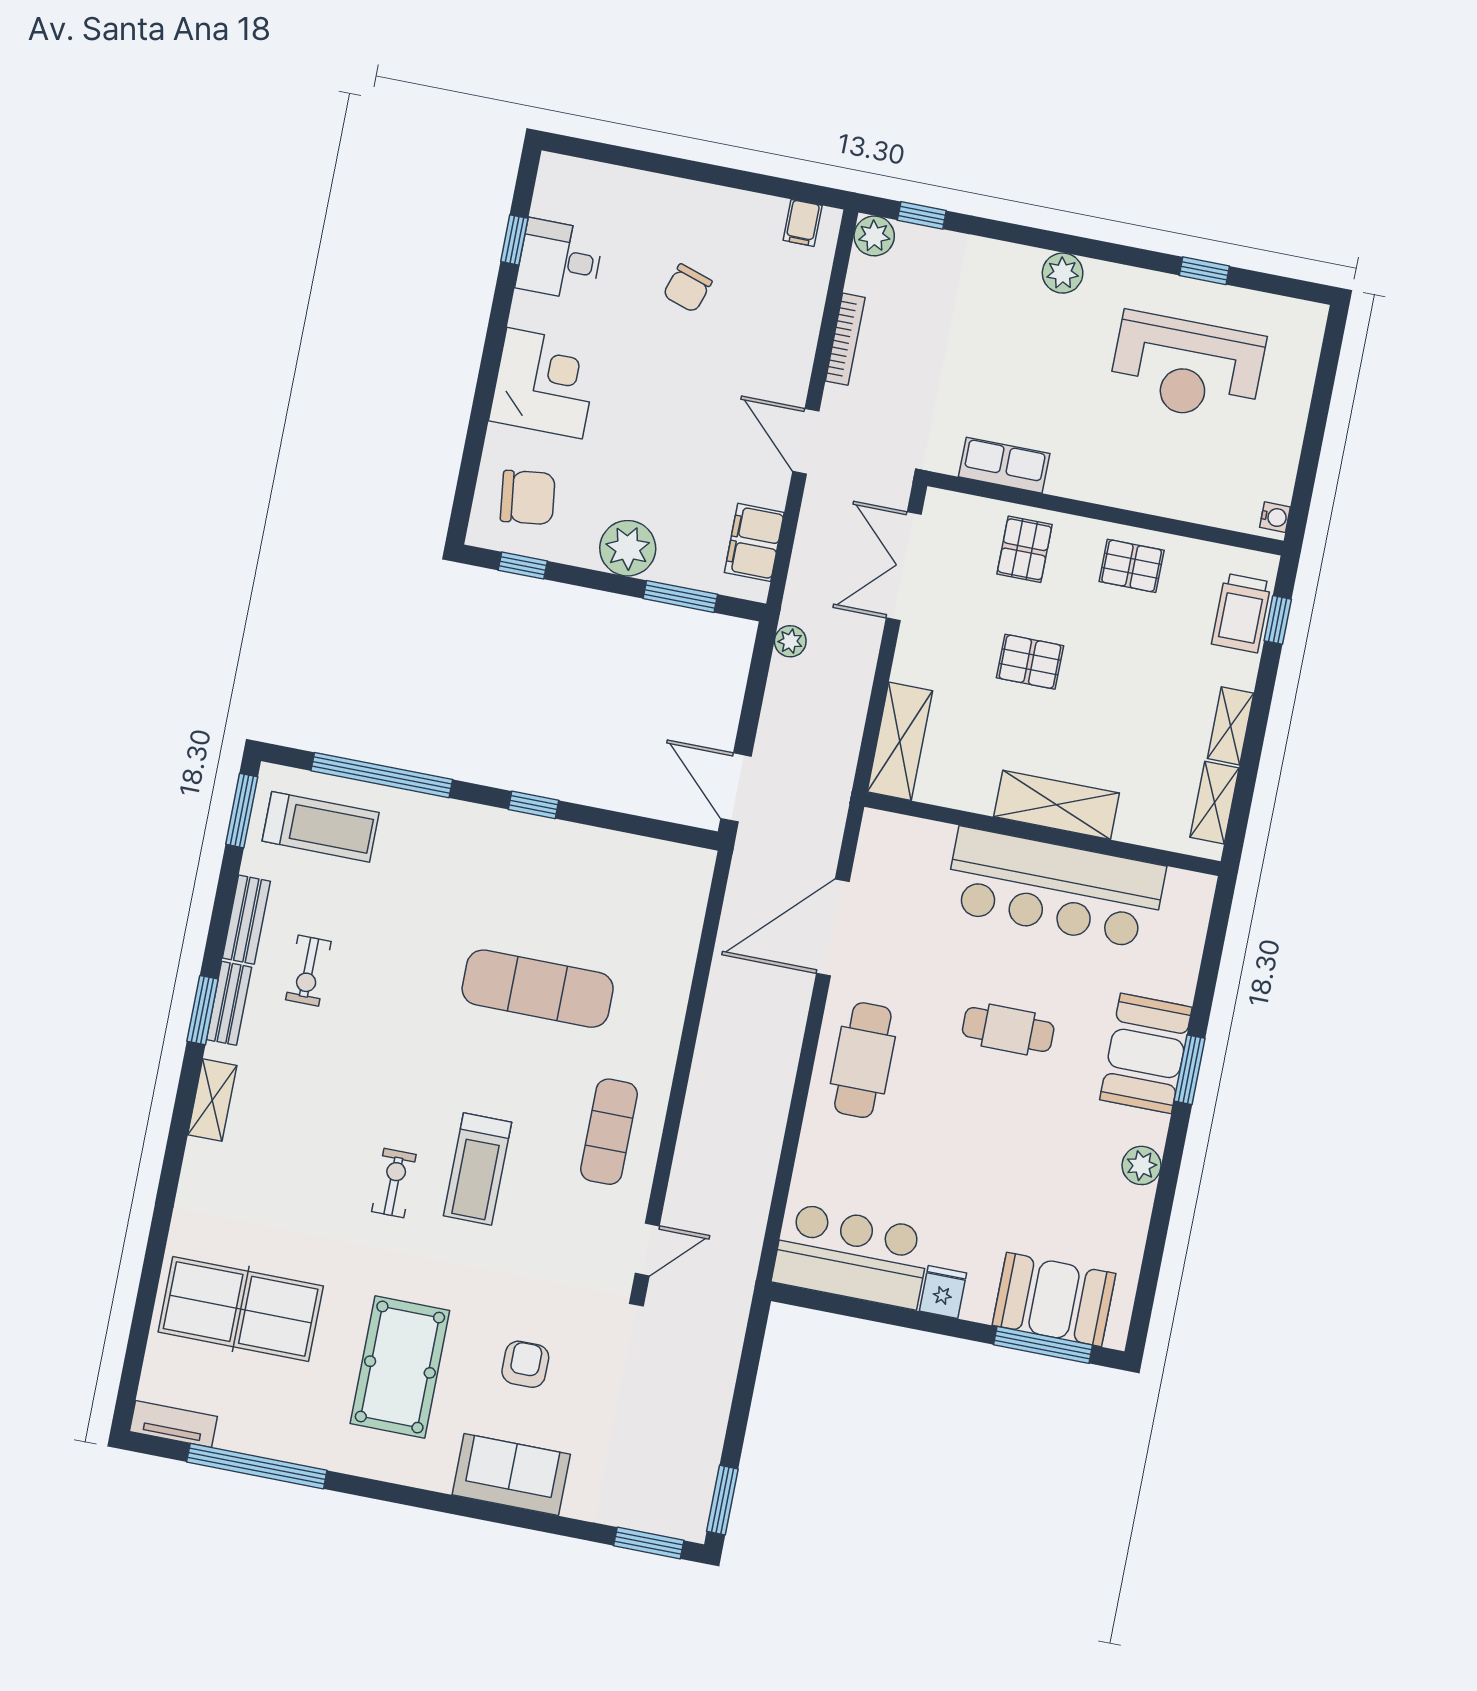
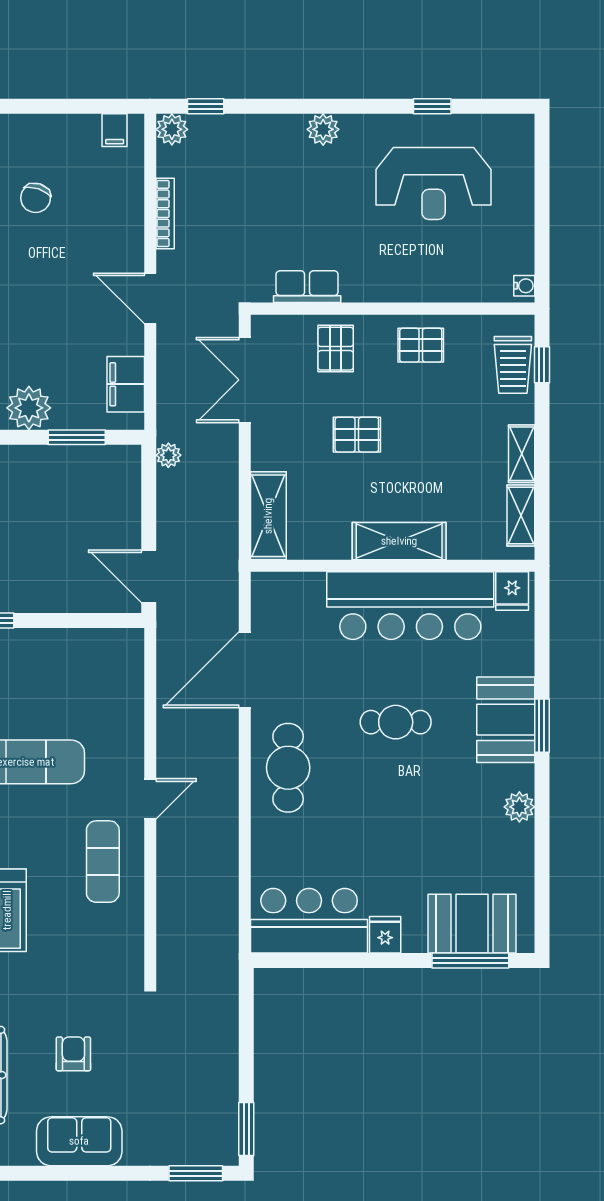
fridge: (1185, 895) -> (512, 591), added
door: (647, 1250) -> (150, 799), moved

